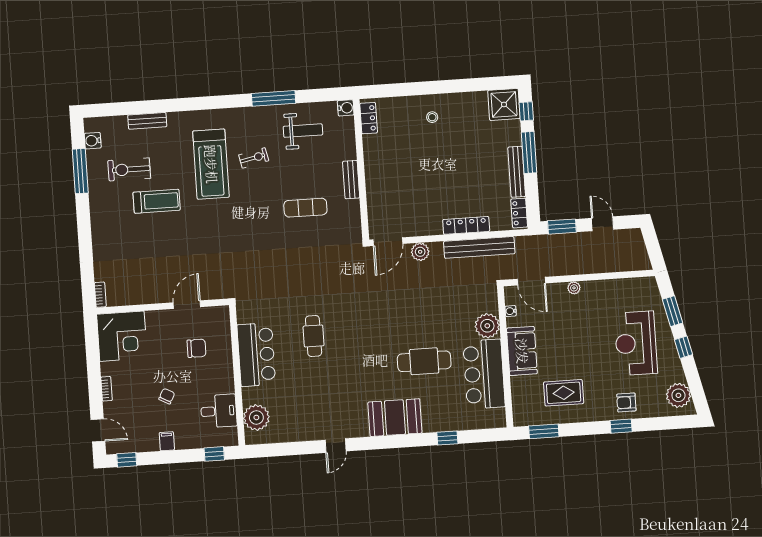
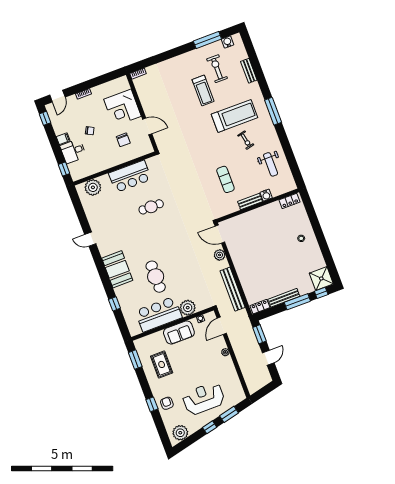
window: (274, 98) -> (273, 111), moved
water cooler: (346, 108) -> (266, 195), moved
treadmill: (211, 164) -> (235, 116), turned 180
locker: (466, 225) -> (243, 278), removed
corner desk: (122, 336) -> (122, 108), moved
desk: (219, 411) -> (73, 151), moved, turned 90

